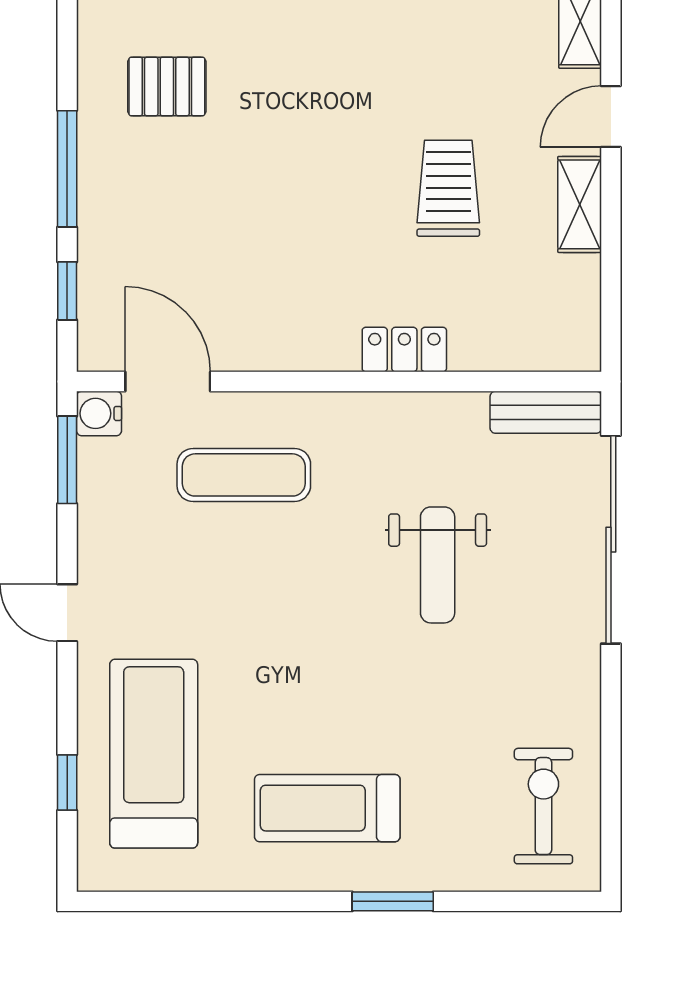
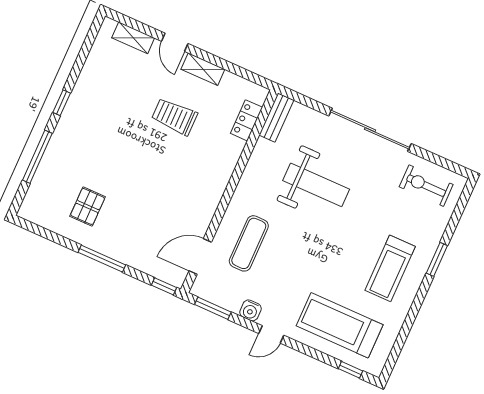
window: (67, 291) -> (164, 286), moved
locker: (404, 350) -> (246, 120), moved
water cooler: (99, 413) -> (251, 310), moved
sliding door: (611, 540) -> (370, 130), moved
weight bench: (438, 565) -> (316, 185), width x1.36, depth x1.33
window: (67, 783) -> (351, 370), moved

